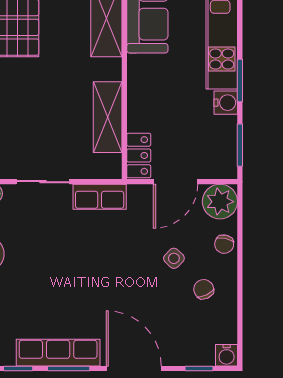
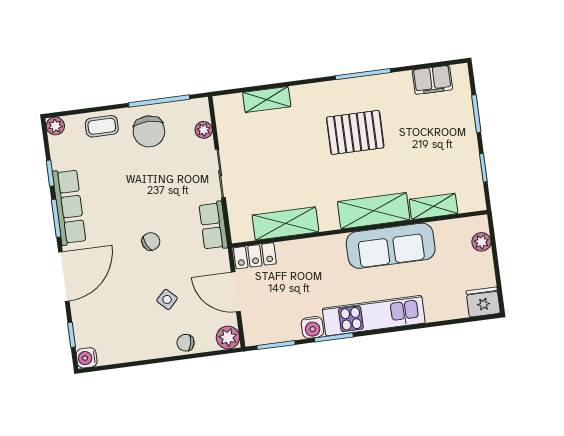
plant: (220, 202) -> (228, 337), width x0.73, depth x0.73
chair: (204, 289) -> (151, 241), moved

